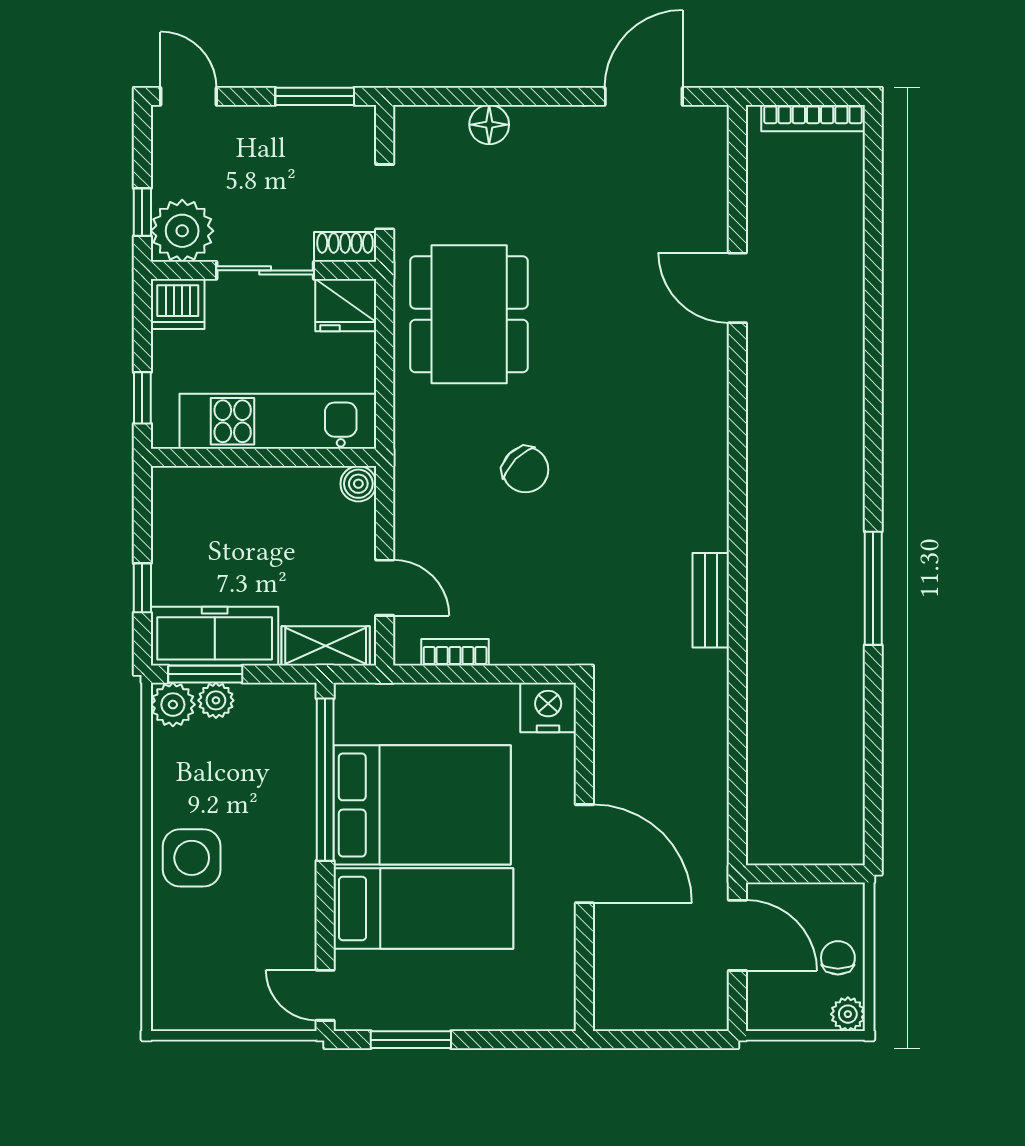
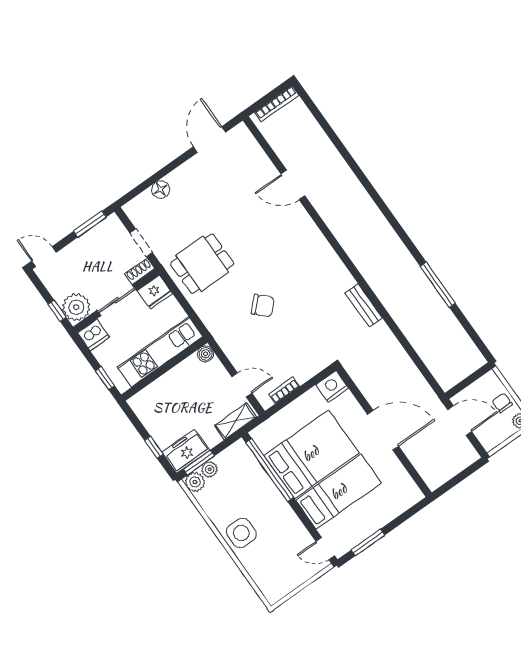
dining table: (469, 314) -> (202, 264), width x0.73
window: (873, 588) -> (438, 285), moved
freezer: (215, 636) -> (186, 451), width x0.71

